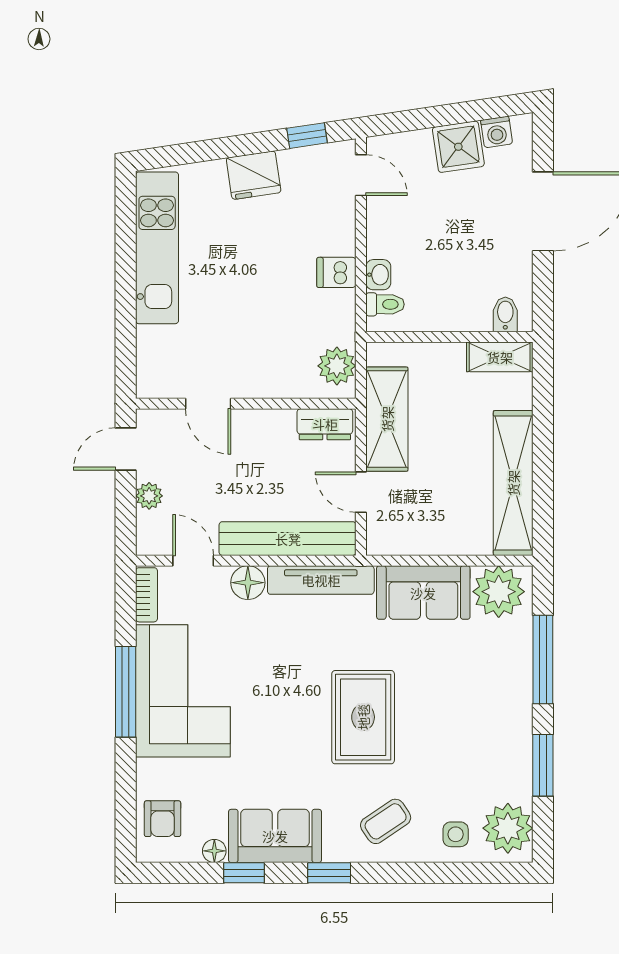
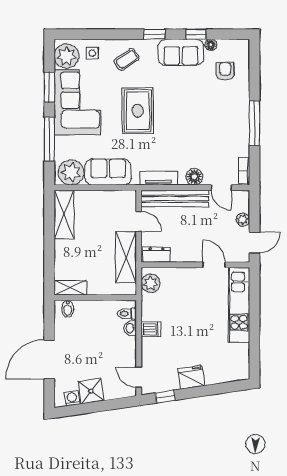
kitchen unit: (157, 248) -> (239, 305), moved
shelving: (513, 483) -> (64, 214), width x0.68
tv unit: (321, 580) -> (158, 178), width x0.71
corner sofa: (183, 691) -> (77, 102), moved, turned 180
armchair: (163, 819) -> (225, 71), moved

